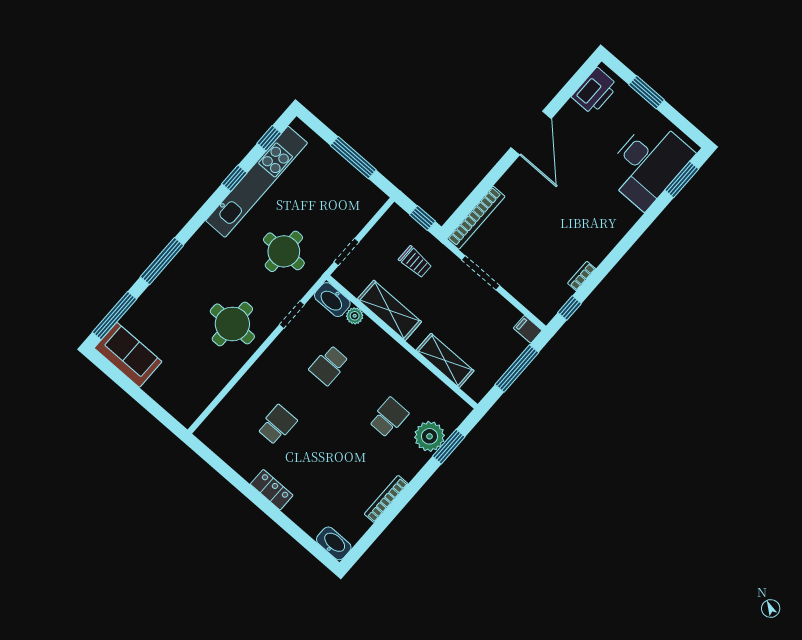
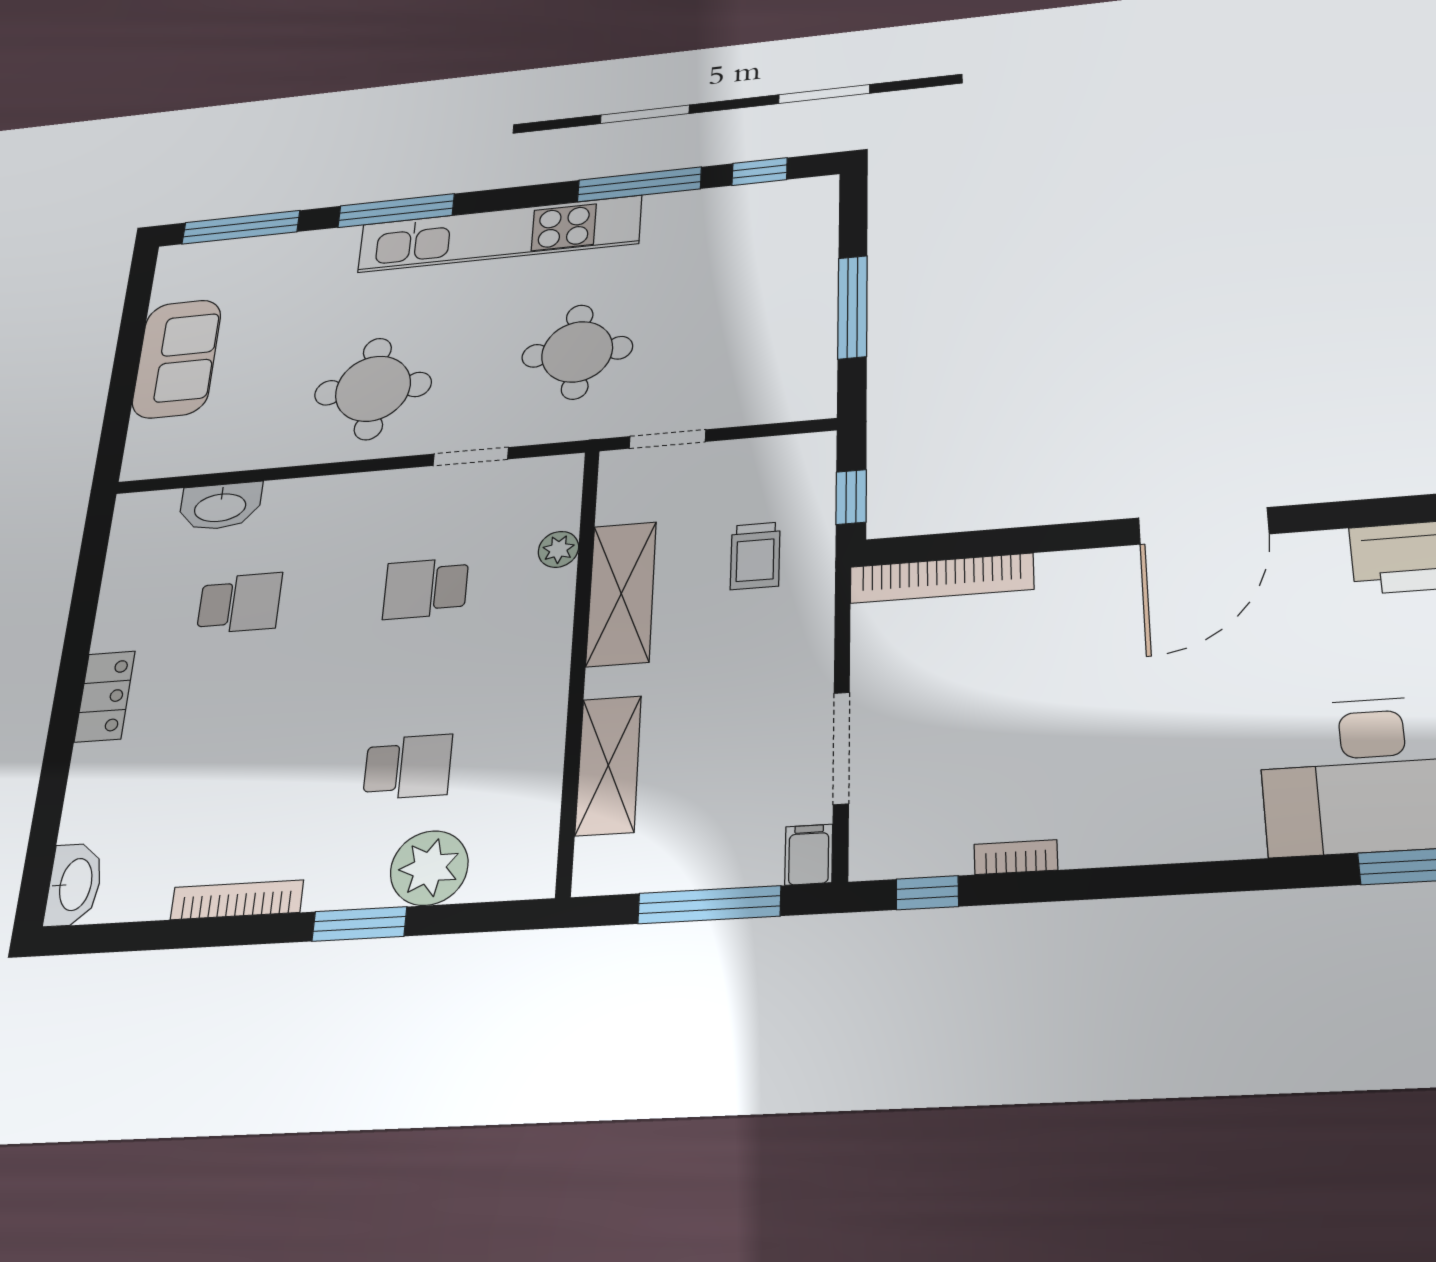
window: (234, 178) -> (639, 184), width x2.17
kitchen unit: (257, 182) -> (499, 234), moved
doorway: (481, 273) -> (841, 748), moved
washbasin: (332, 300) -> (220, 506), moved, turned -90
sofa: (128, 355) -> (177, 359), moved
window: (449, 447) -> (359, 924), moved

